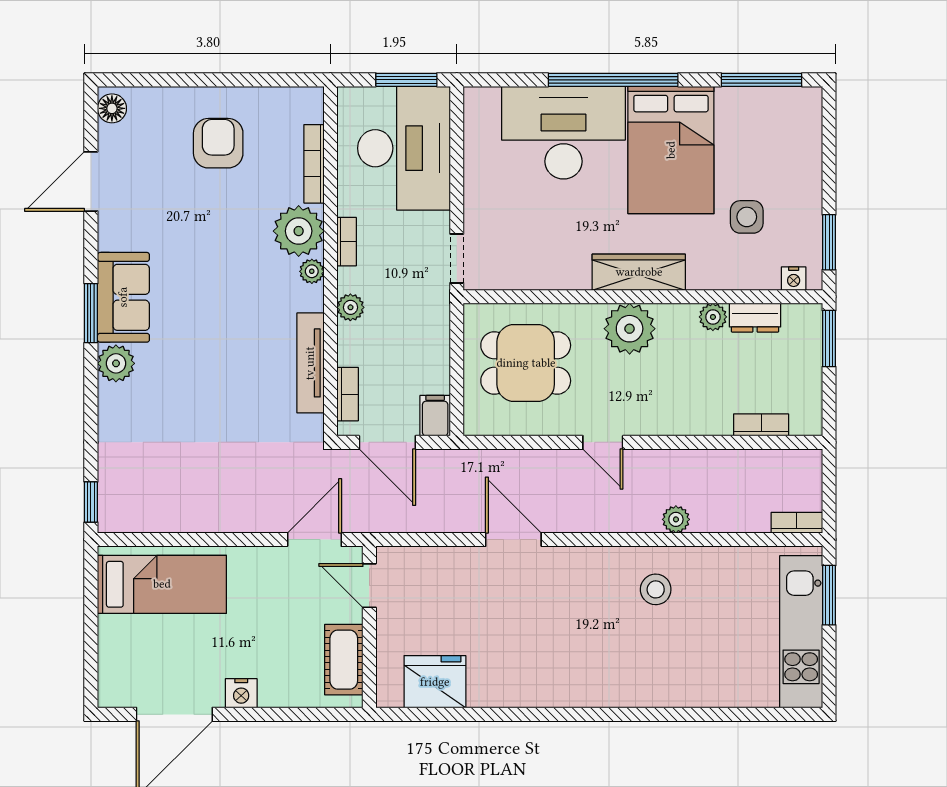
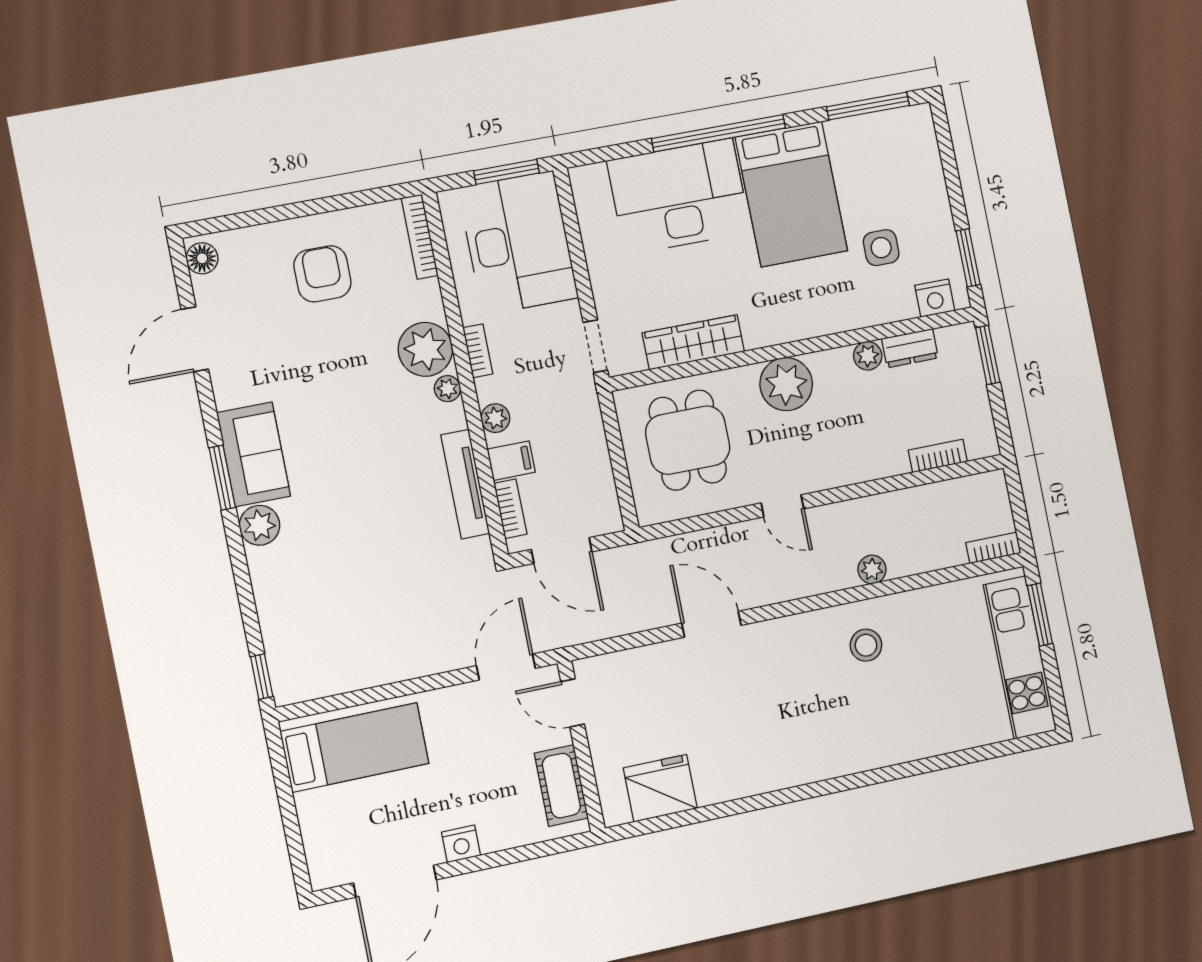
bookcase: (314, 164) -> (420, 237), moved
wardrobe: (639, 272) -> (693, 342), moved
nightstand: (794, 279) -> (935, 298), width x1.39, depth x1.35
dining table: (526, 363) -> (688, 440), turned 90
filing cabinet: (435, 416) -> (511, 461), moved, turned 90

